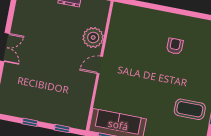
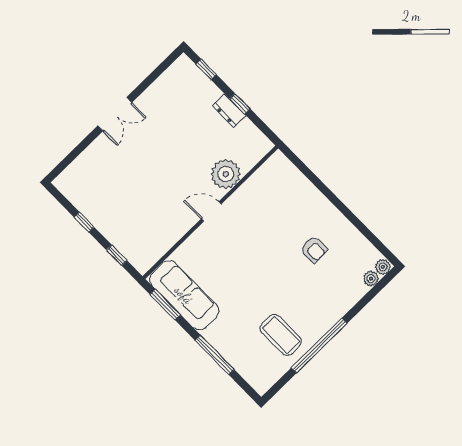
armchair: (175, 46) -> (314, 249), turned 90

